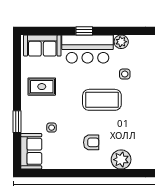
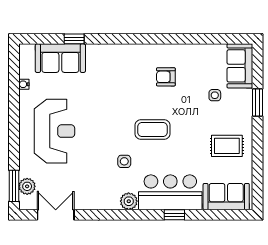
coffee table: (102, 100) -> (153, 129), width x0.73, depth x0.76
plant: (121, 160) -> (129, 56), removed

